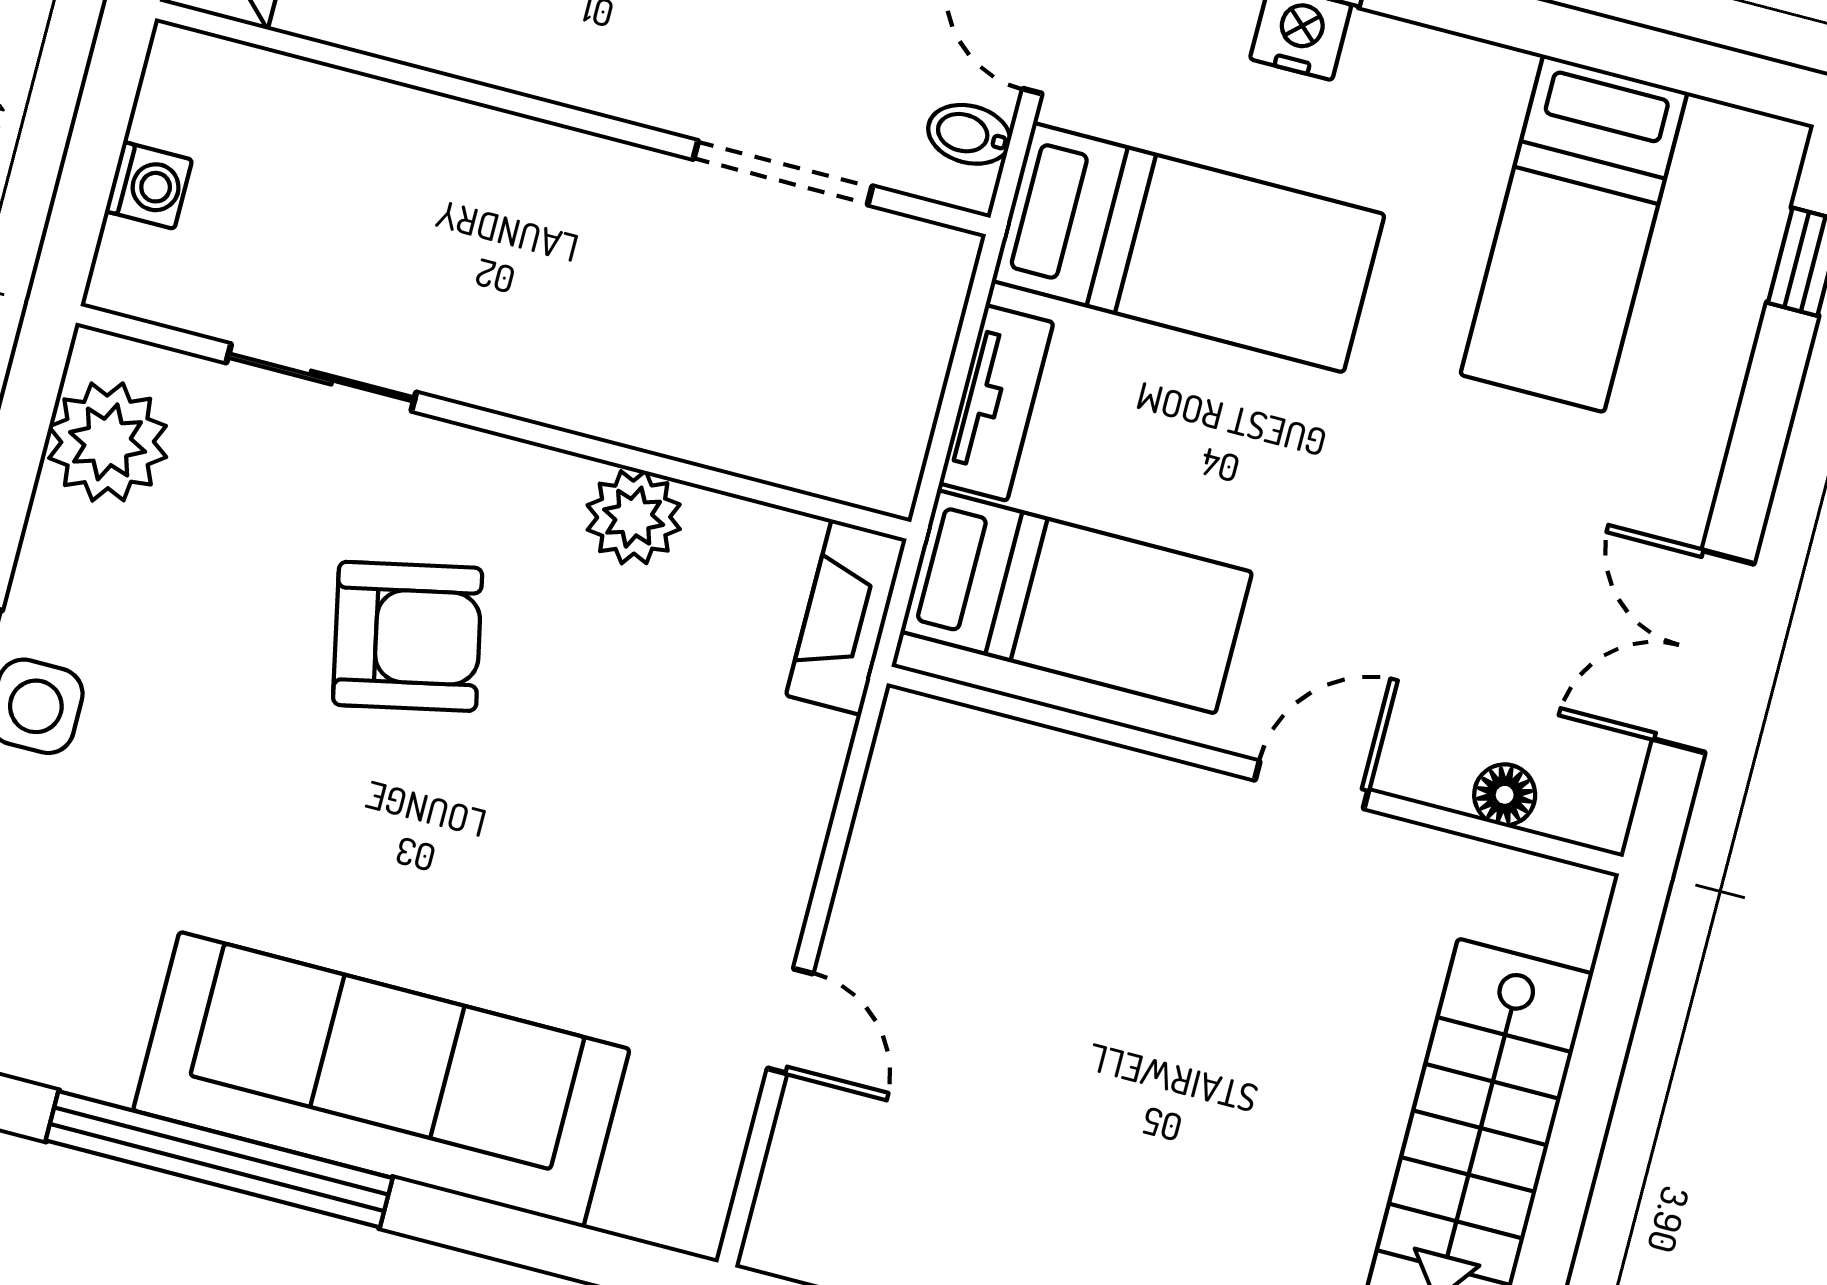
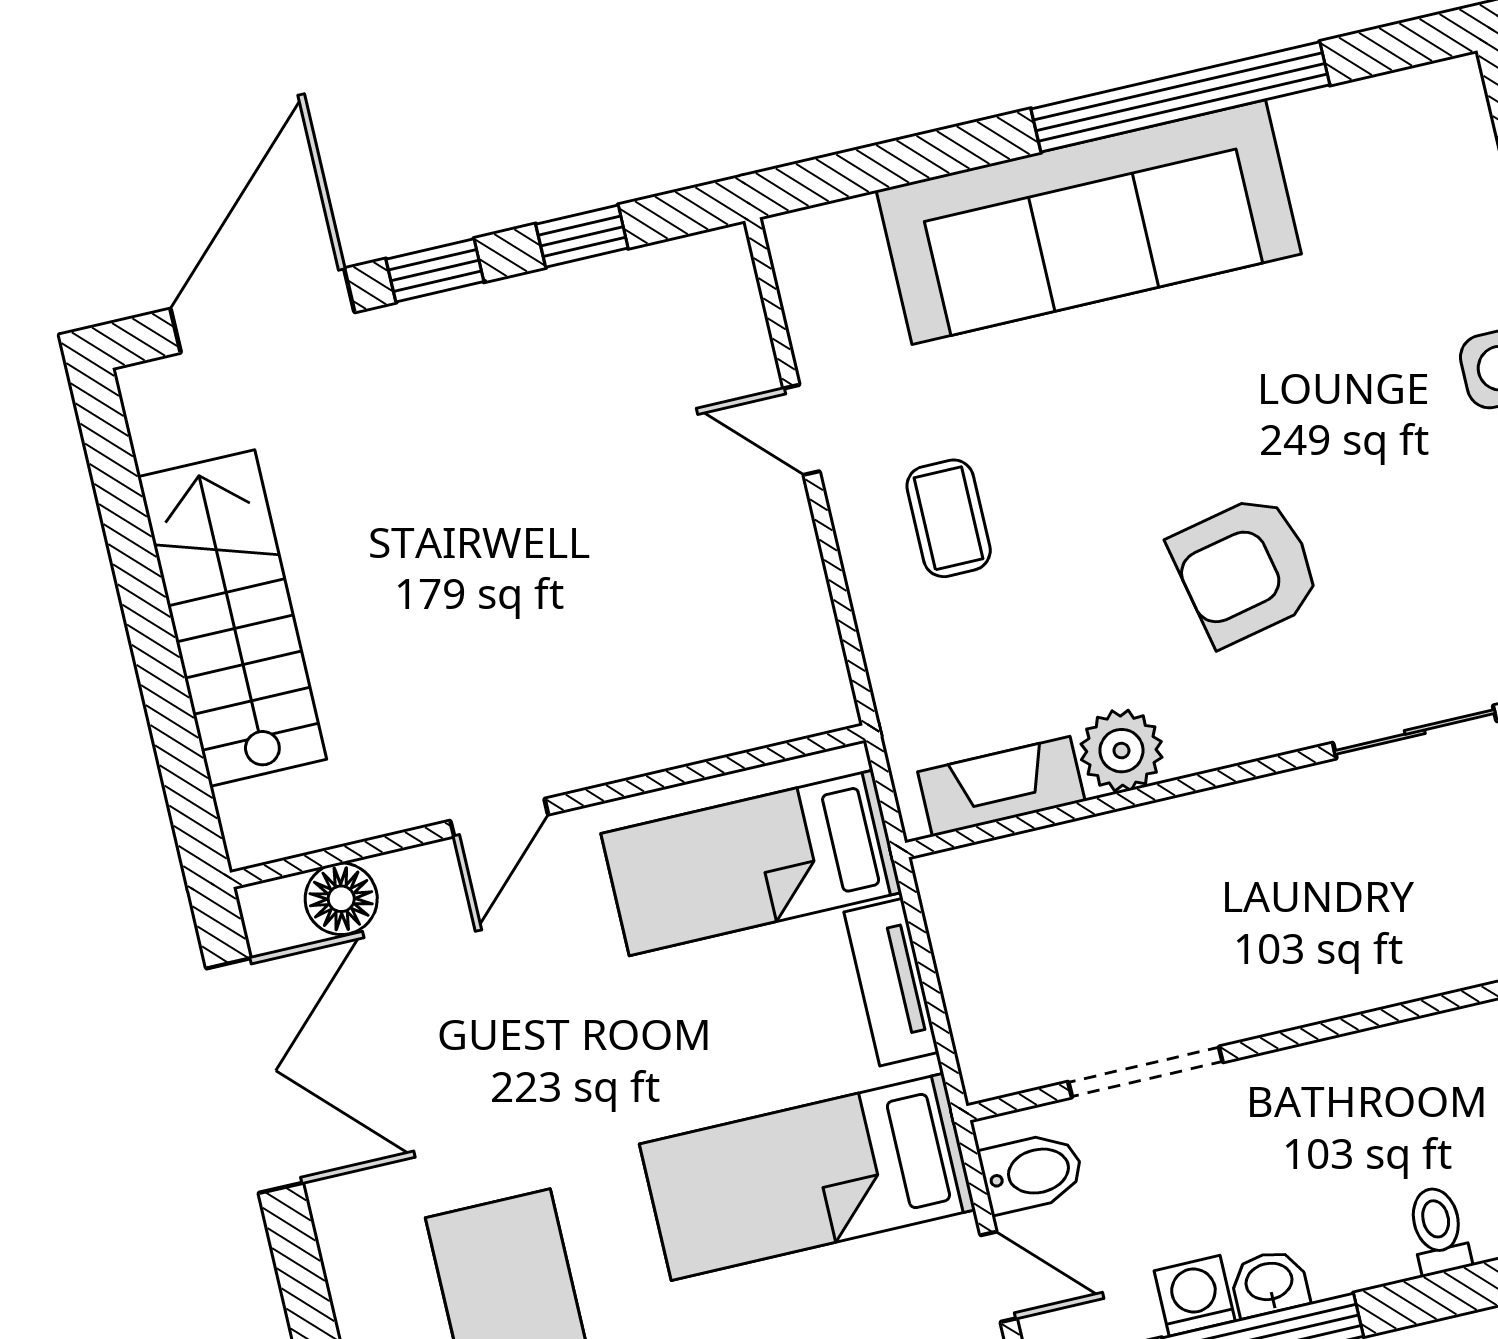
bidet: (969, 134) -> (1032, 1173), width x1.38, depth x1.36
fireplace: (846, 617) -> (1001, 786), moved, turned -90
double door: (1703, 651) -> (255, 1076), width x1.37
floor lamp: (1505, 795) -> (341, 899), width x1.37, depth x1.37
coffee table: (686, 850) -> (949, 518), added

